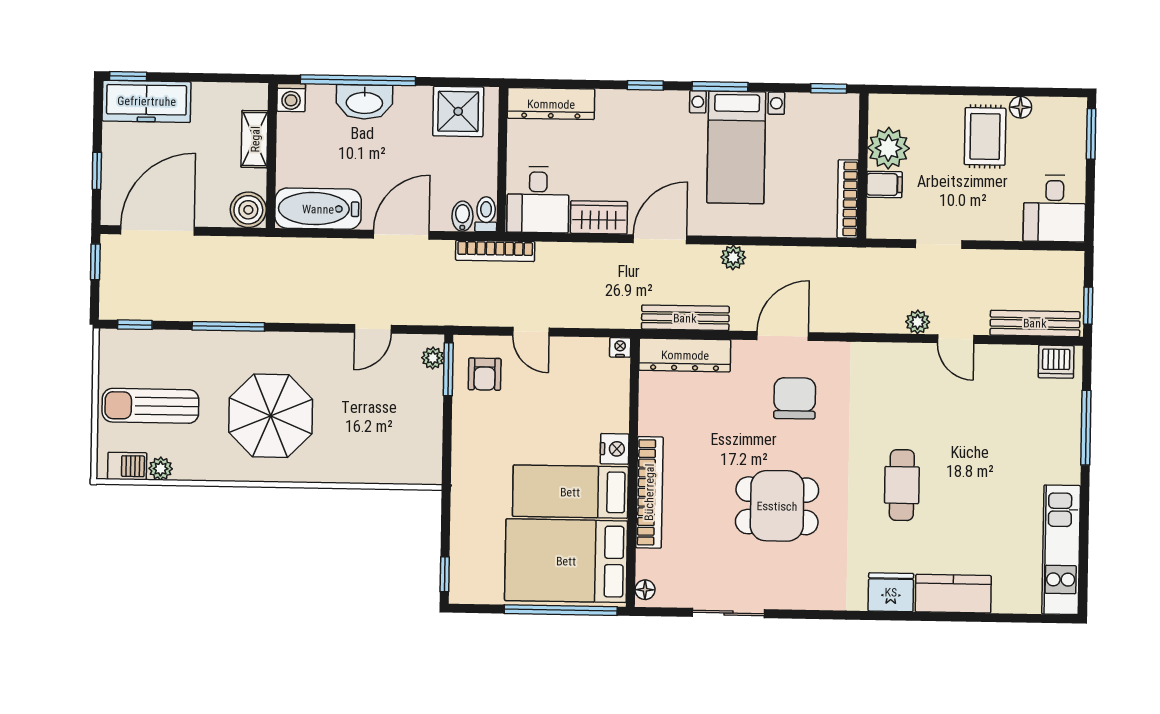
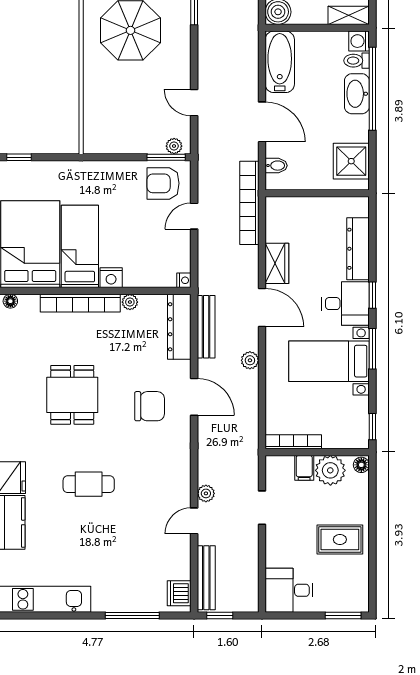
dresser: (551, 104) -> (358, 249), moved
floor lamp: (1021, 107) -> (361, 465), moved
shelving: (255, 139) -> (349, 15), moved
desk: (538, 200) -> (345, 304), moved, turned 180
toilet: (486, 214) -> (357, 61), moved, turned 180
bookcase: (495, 251) -> (249, 203), width x1.48, depth x1.31
armchair: (485, 374) -> (163, 183), width x1.38, depth x1.38
plant: (649, 423) -> (130, 302), added

